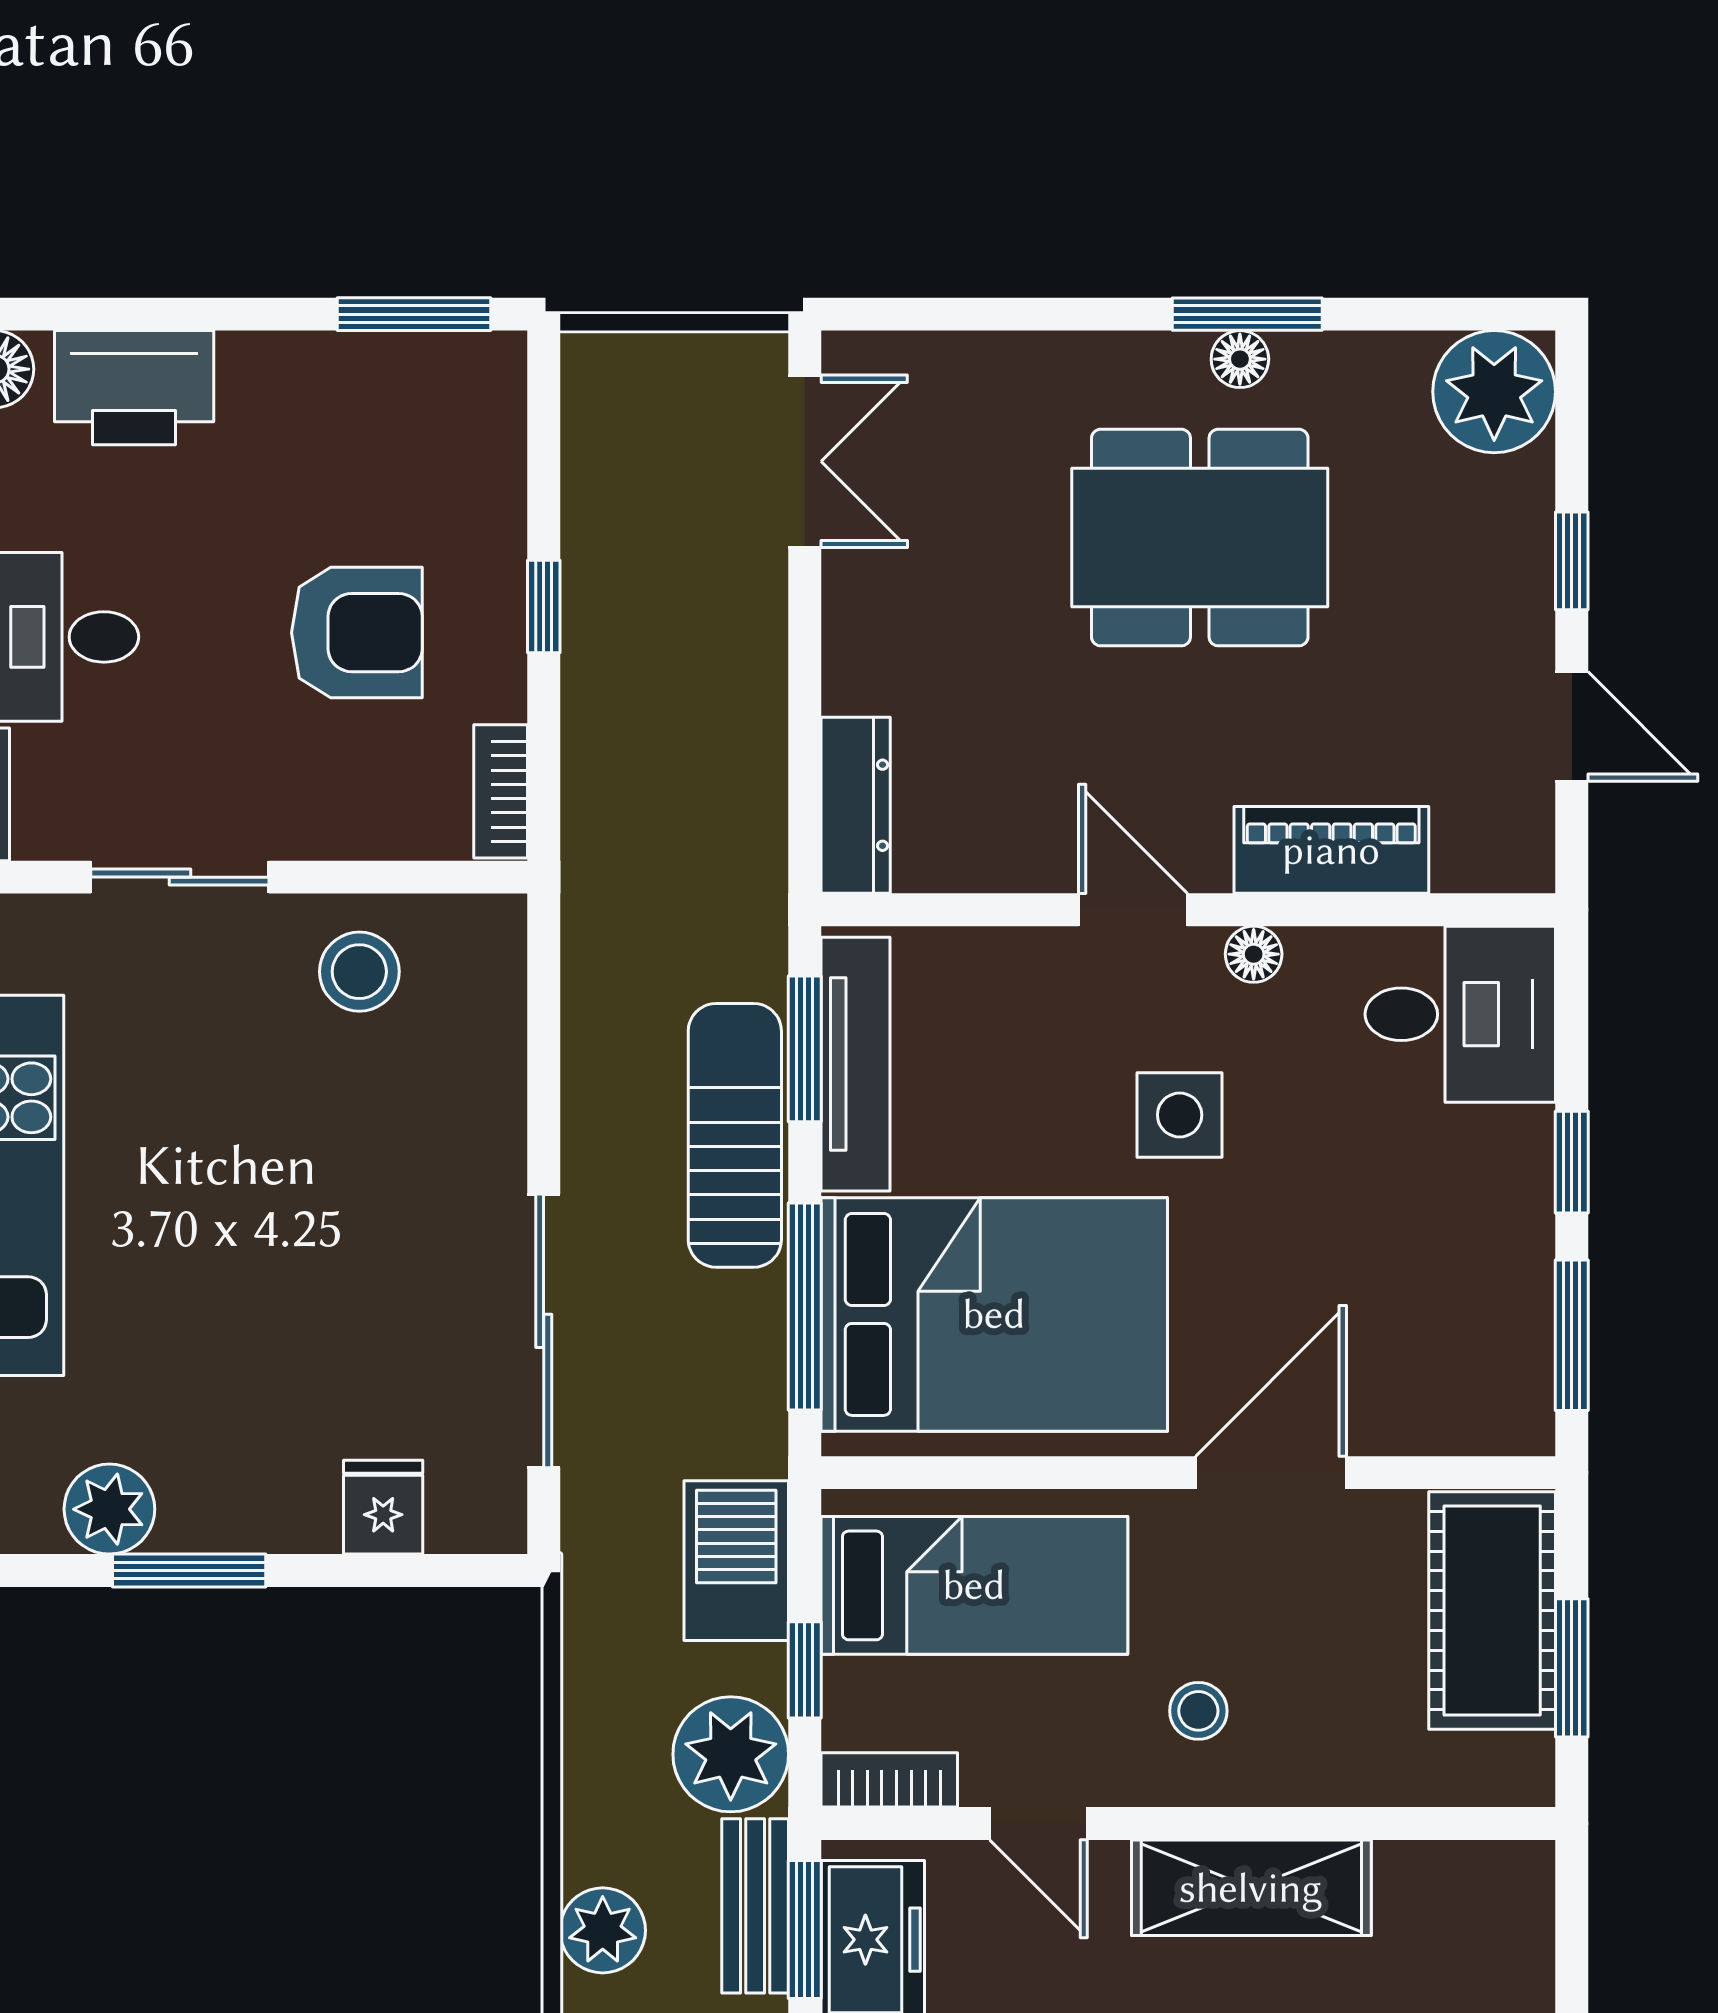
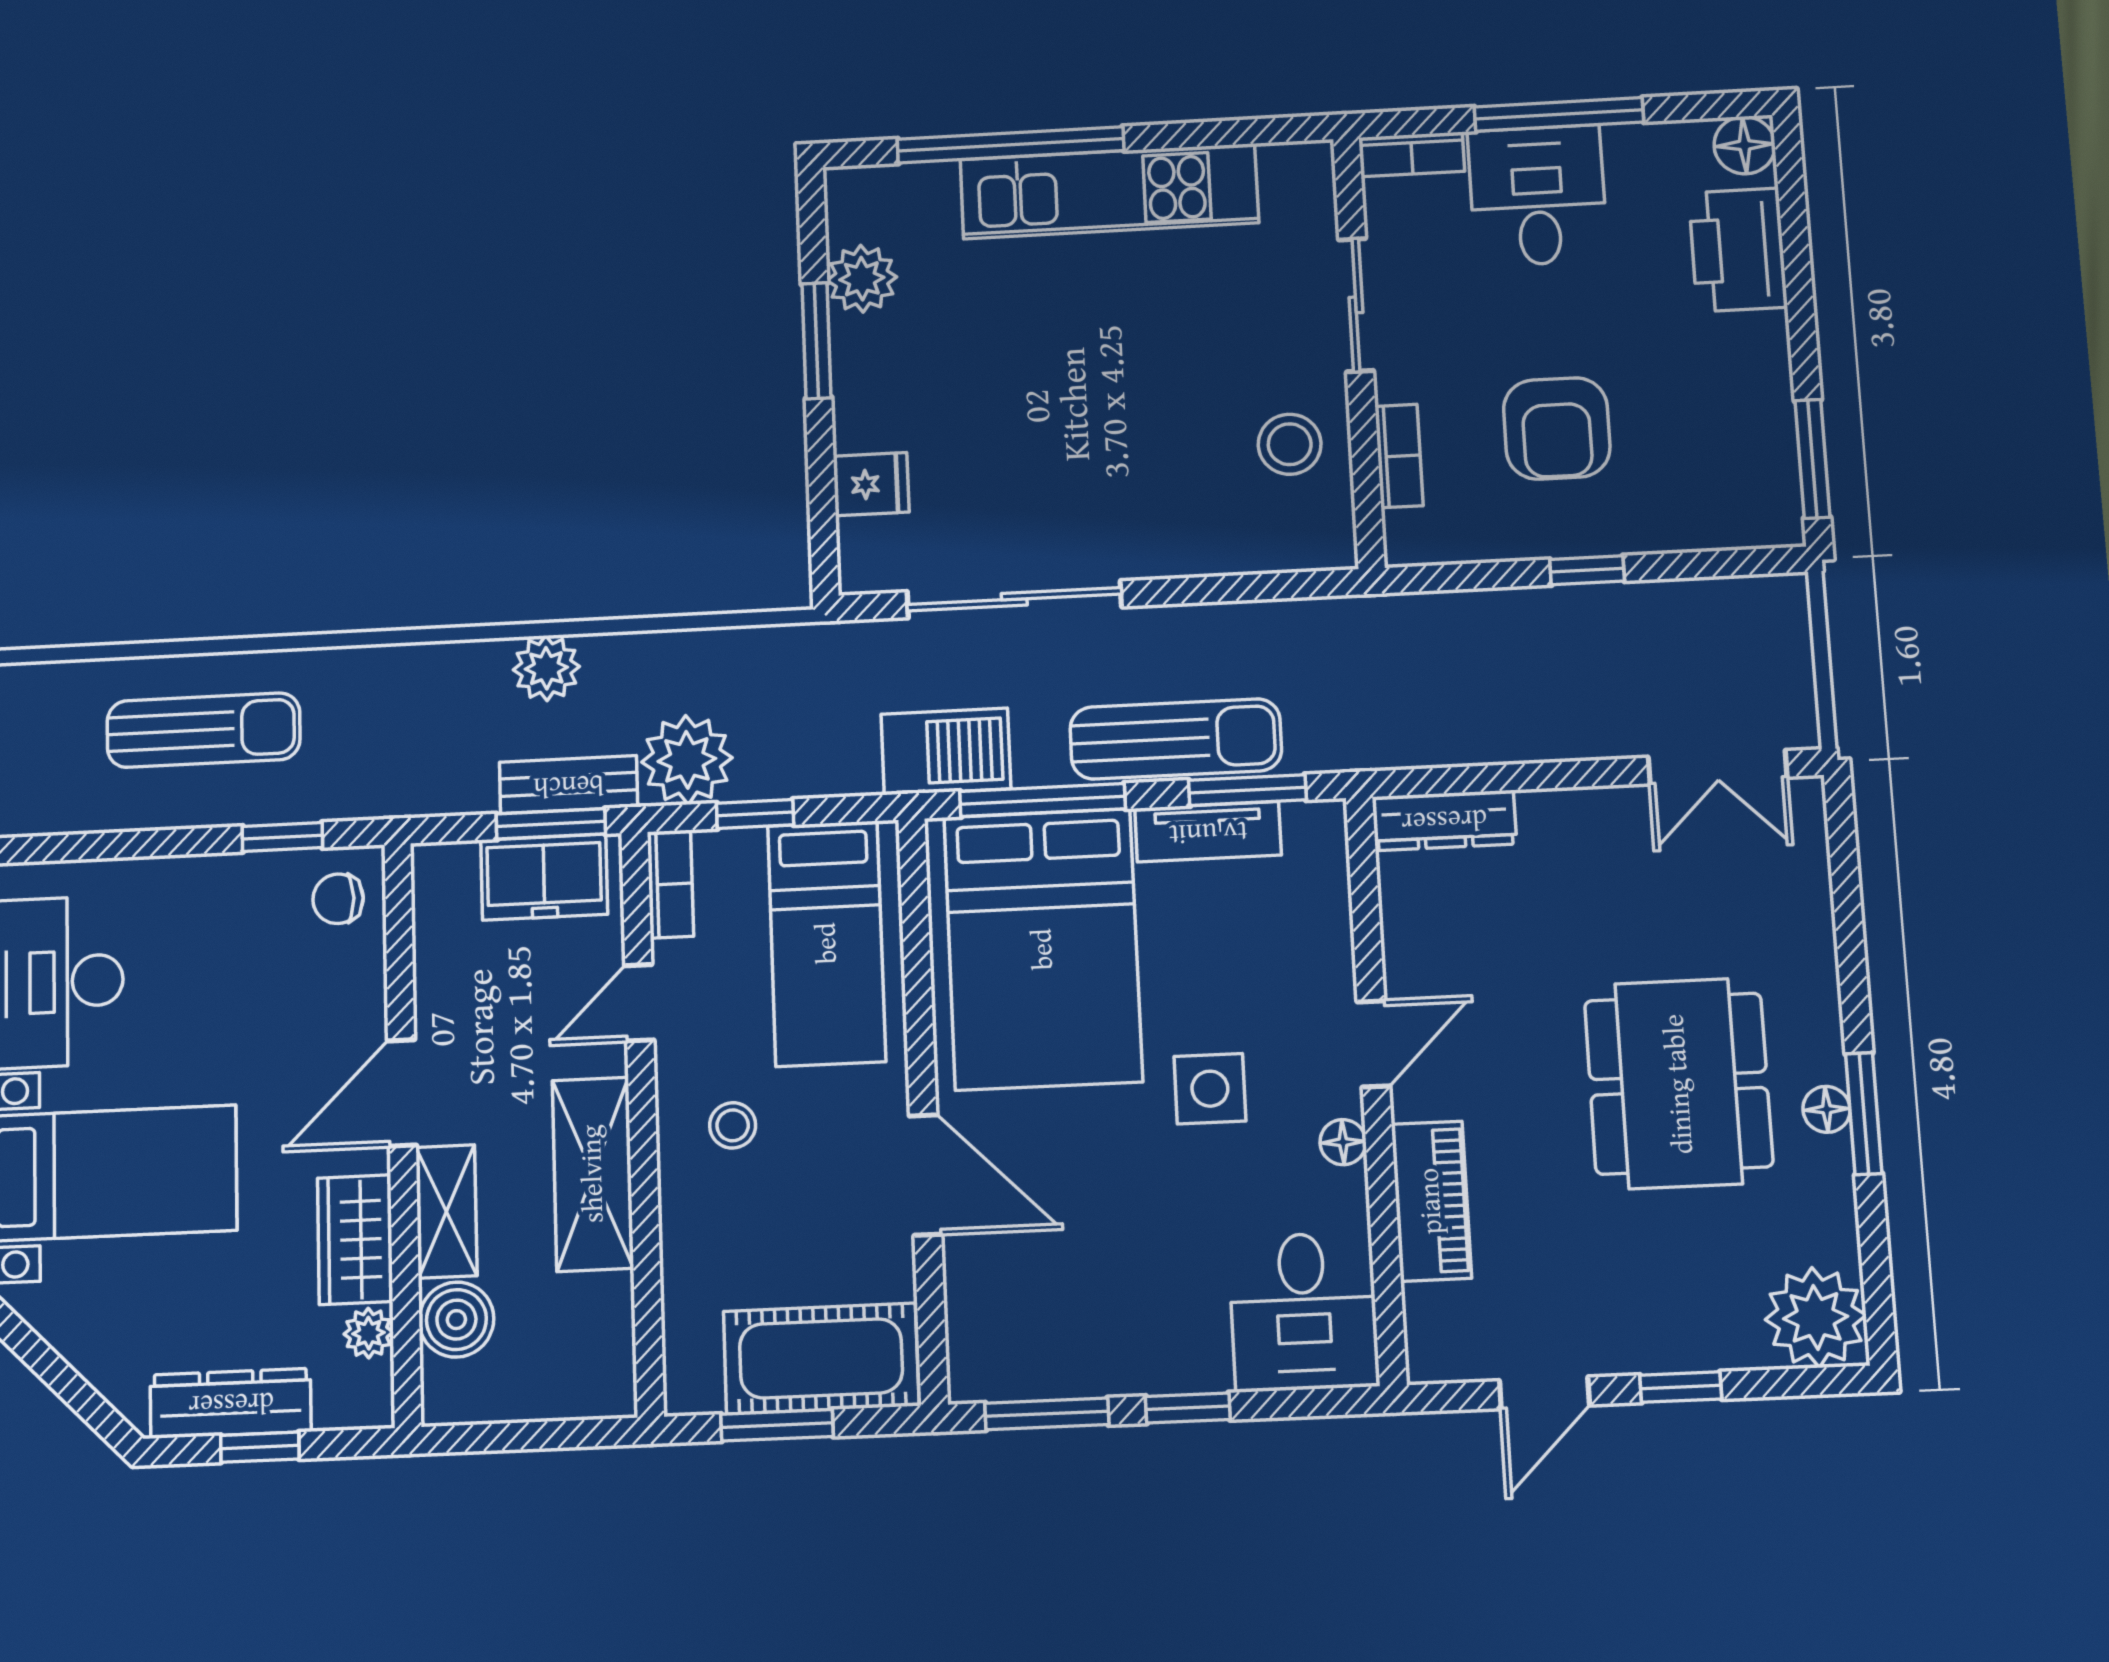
bookcase: (501, 791) -> (1399, 456), moved, turned 90
tv unit: (856, 1064) -> (1208, 832), width x0.71
barbecue: (736, 1561) -> (946, 751), moved

